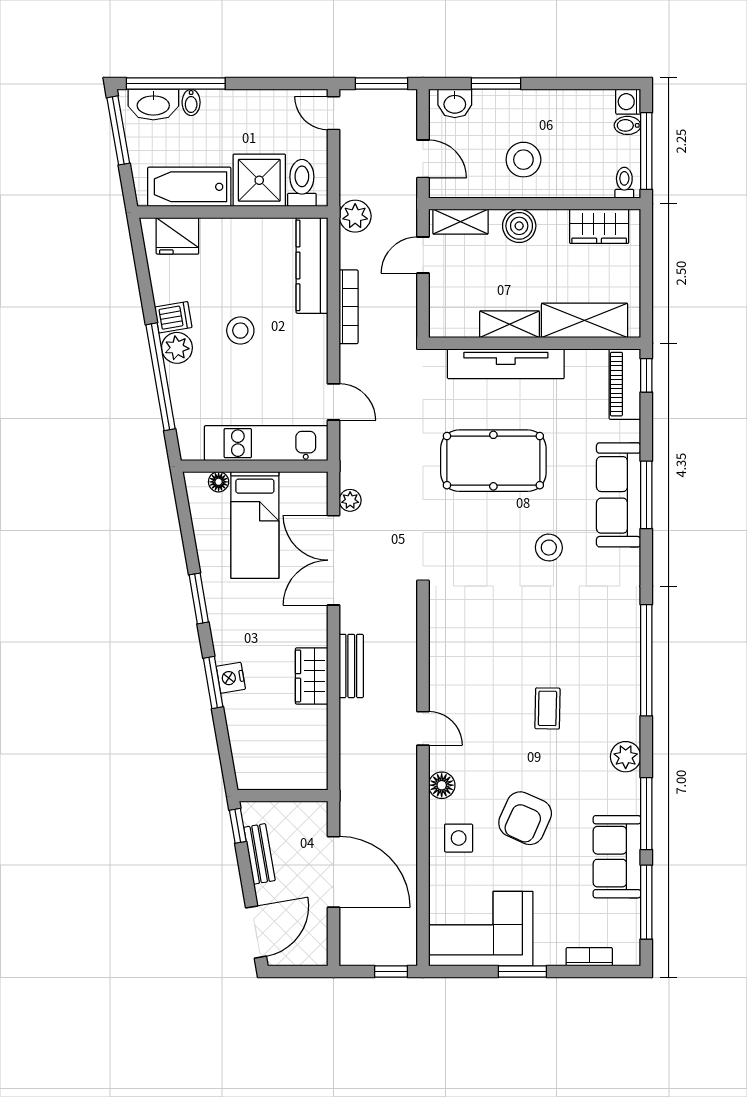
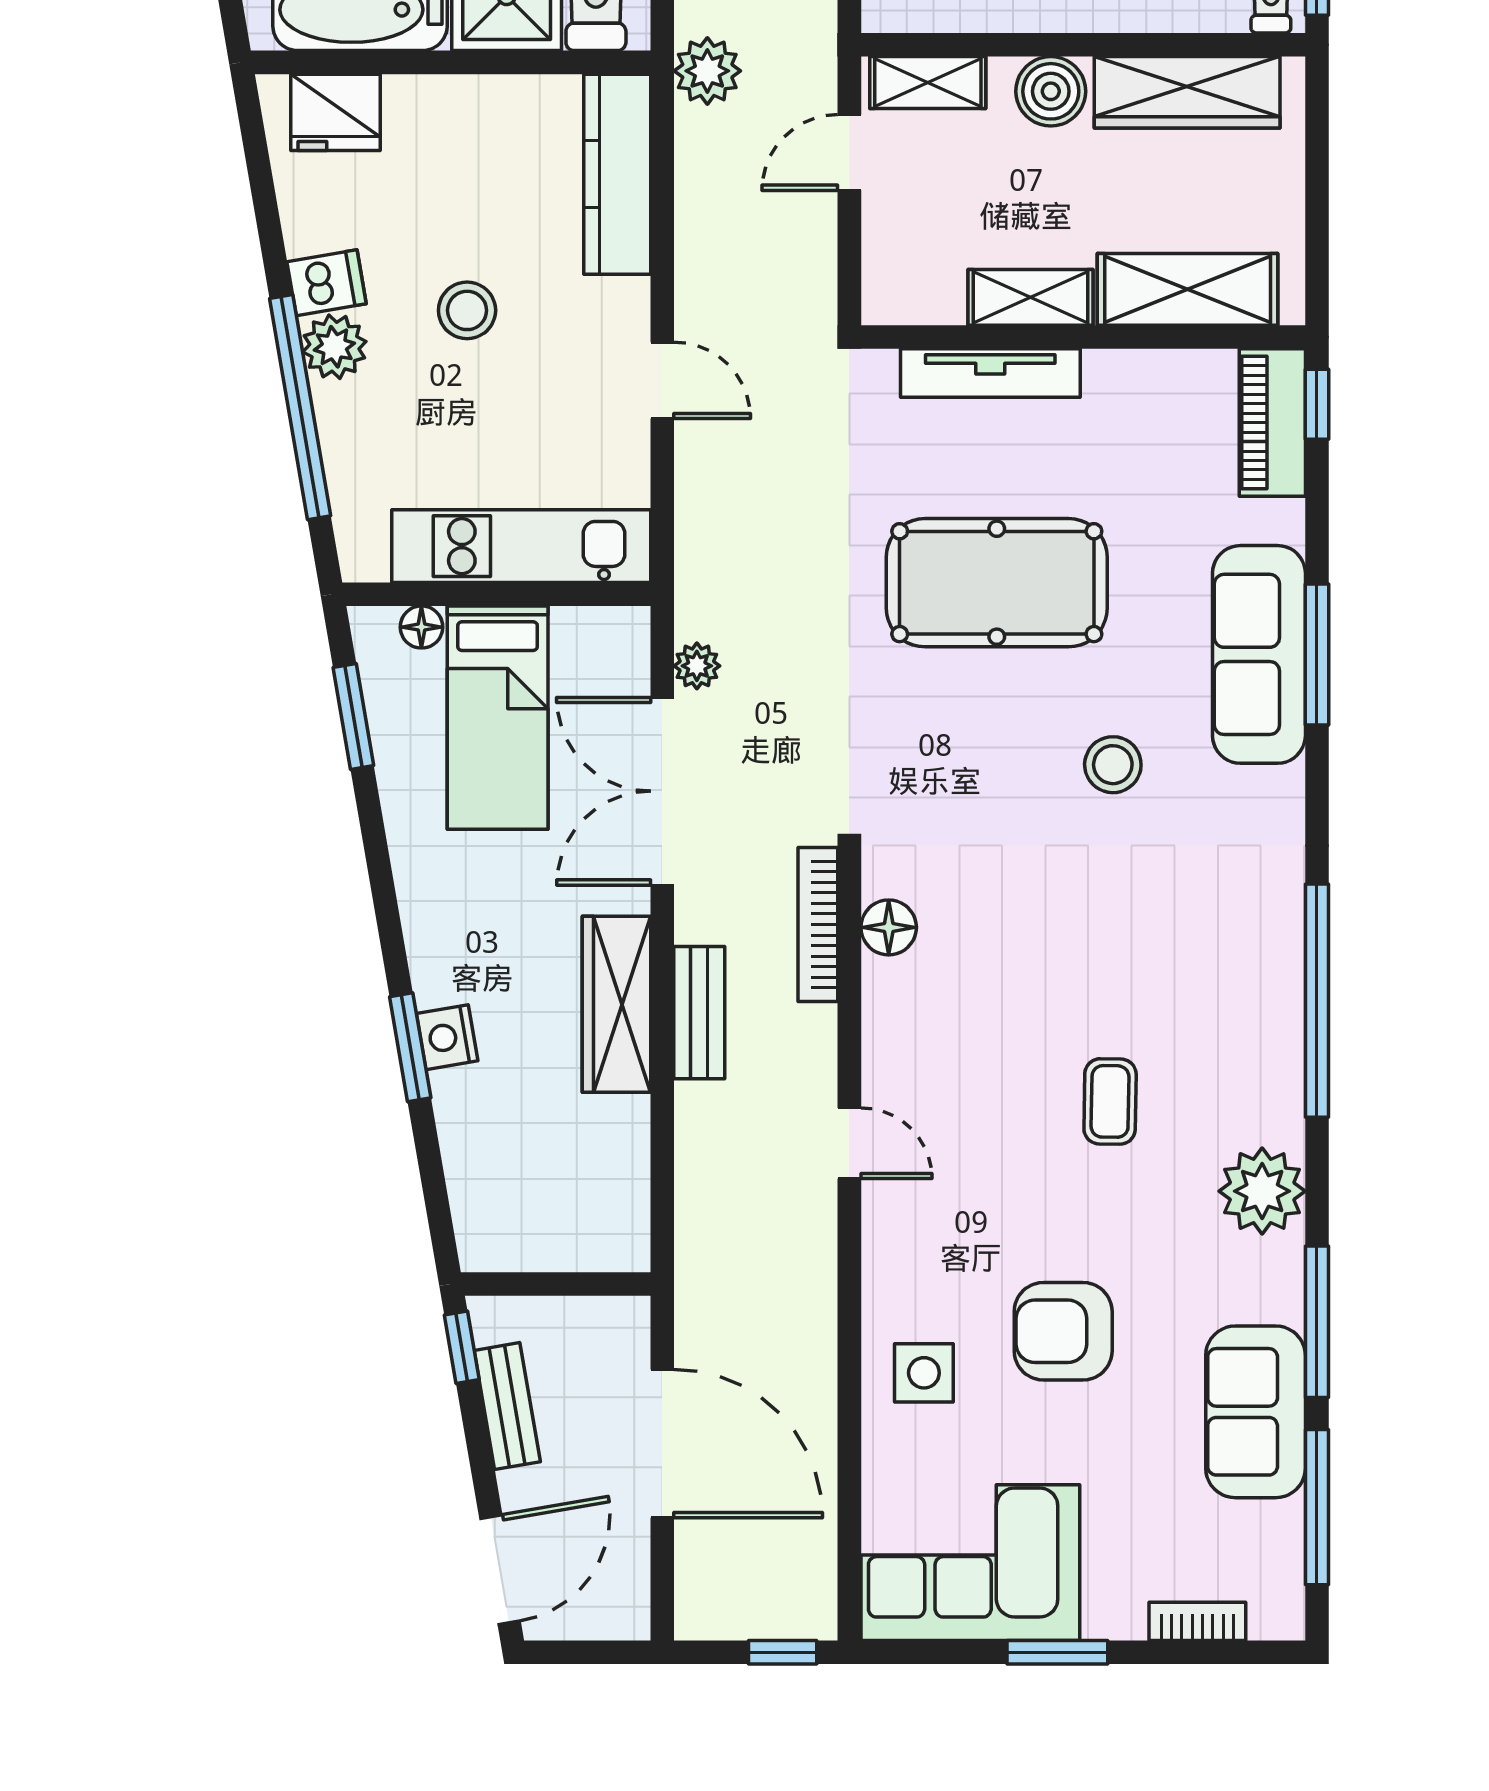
wardrobe: (599, 226) -> (1187, 92), width x1.50
bookcase: (349, 307) -> (818, 925), moved, turned 180
tv unit: (506, 364) -> (990, 373), width x0.73, depth x0.78
door: (334, 402) -> (662, 380), moved
window: (199, 598) -> (353, 717), moved
wardrobe: (312, 676) -> (617, 1004), width x1.50
plant: (626, 757) -> (1262, 1191), width x1.36, depth x1.36
floor lamp: (442, 785) -> (889, 927), moved
armchair: (525, 818) -> (1063, 1331), turned 66

